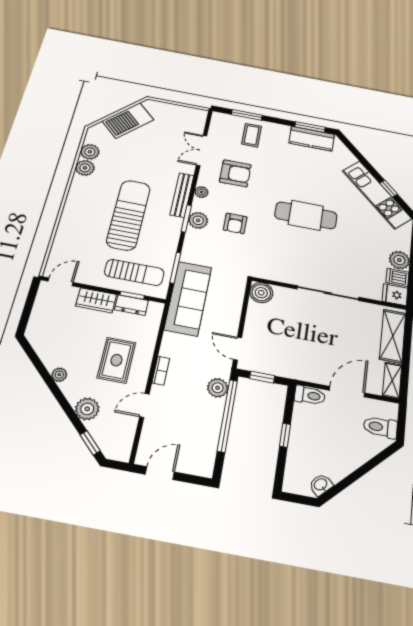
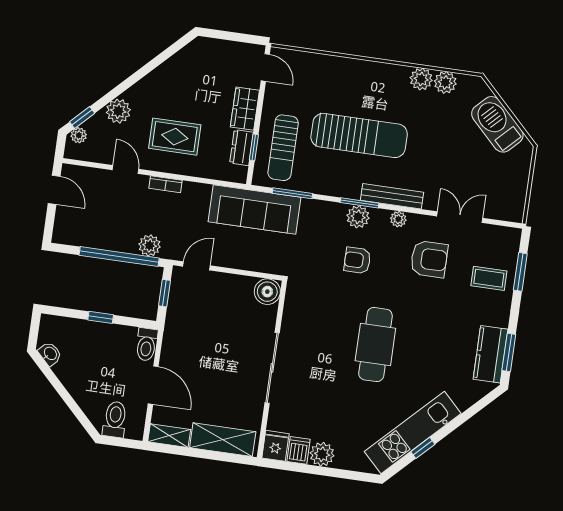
armchair: (235, 173) -> (429, 259), turned -90
plant: (59, 375) -> (79, 135), moved

